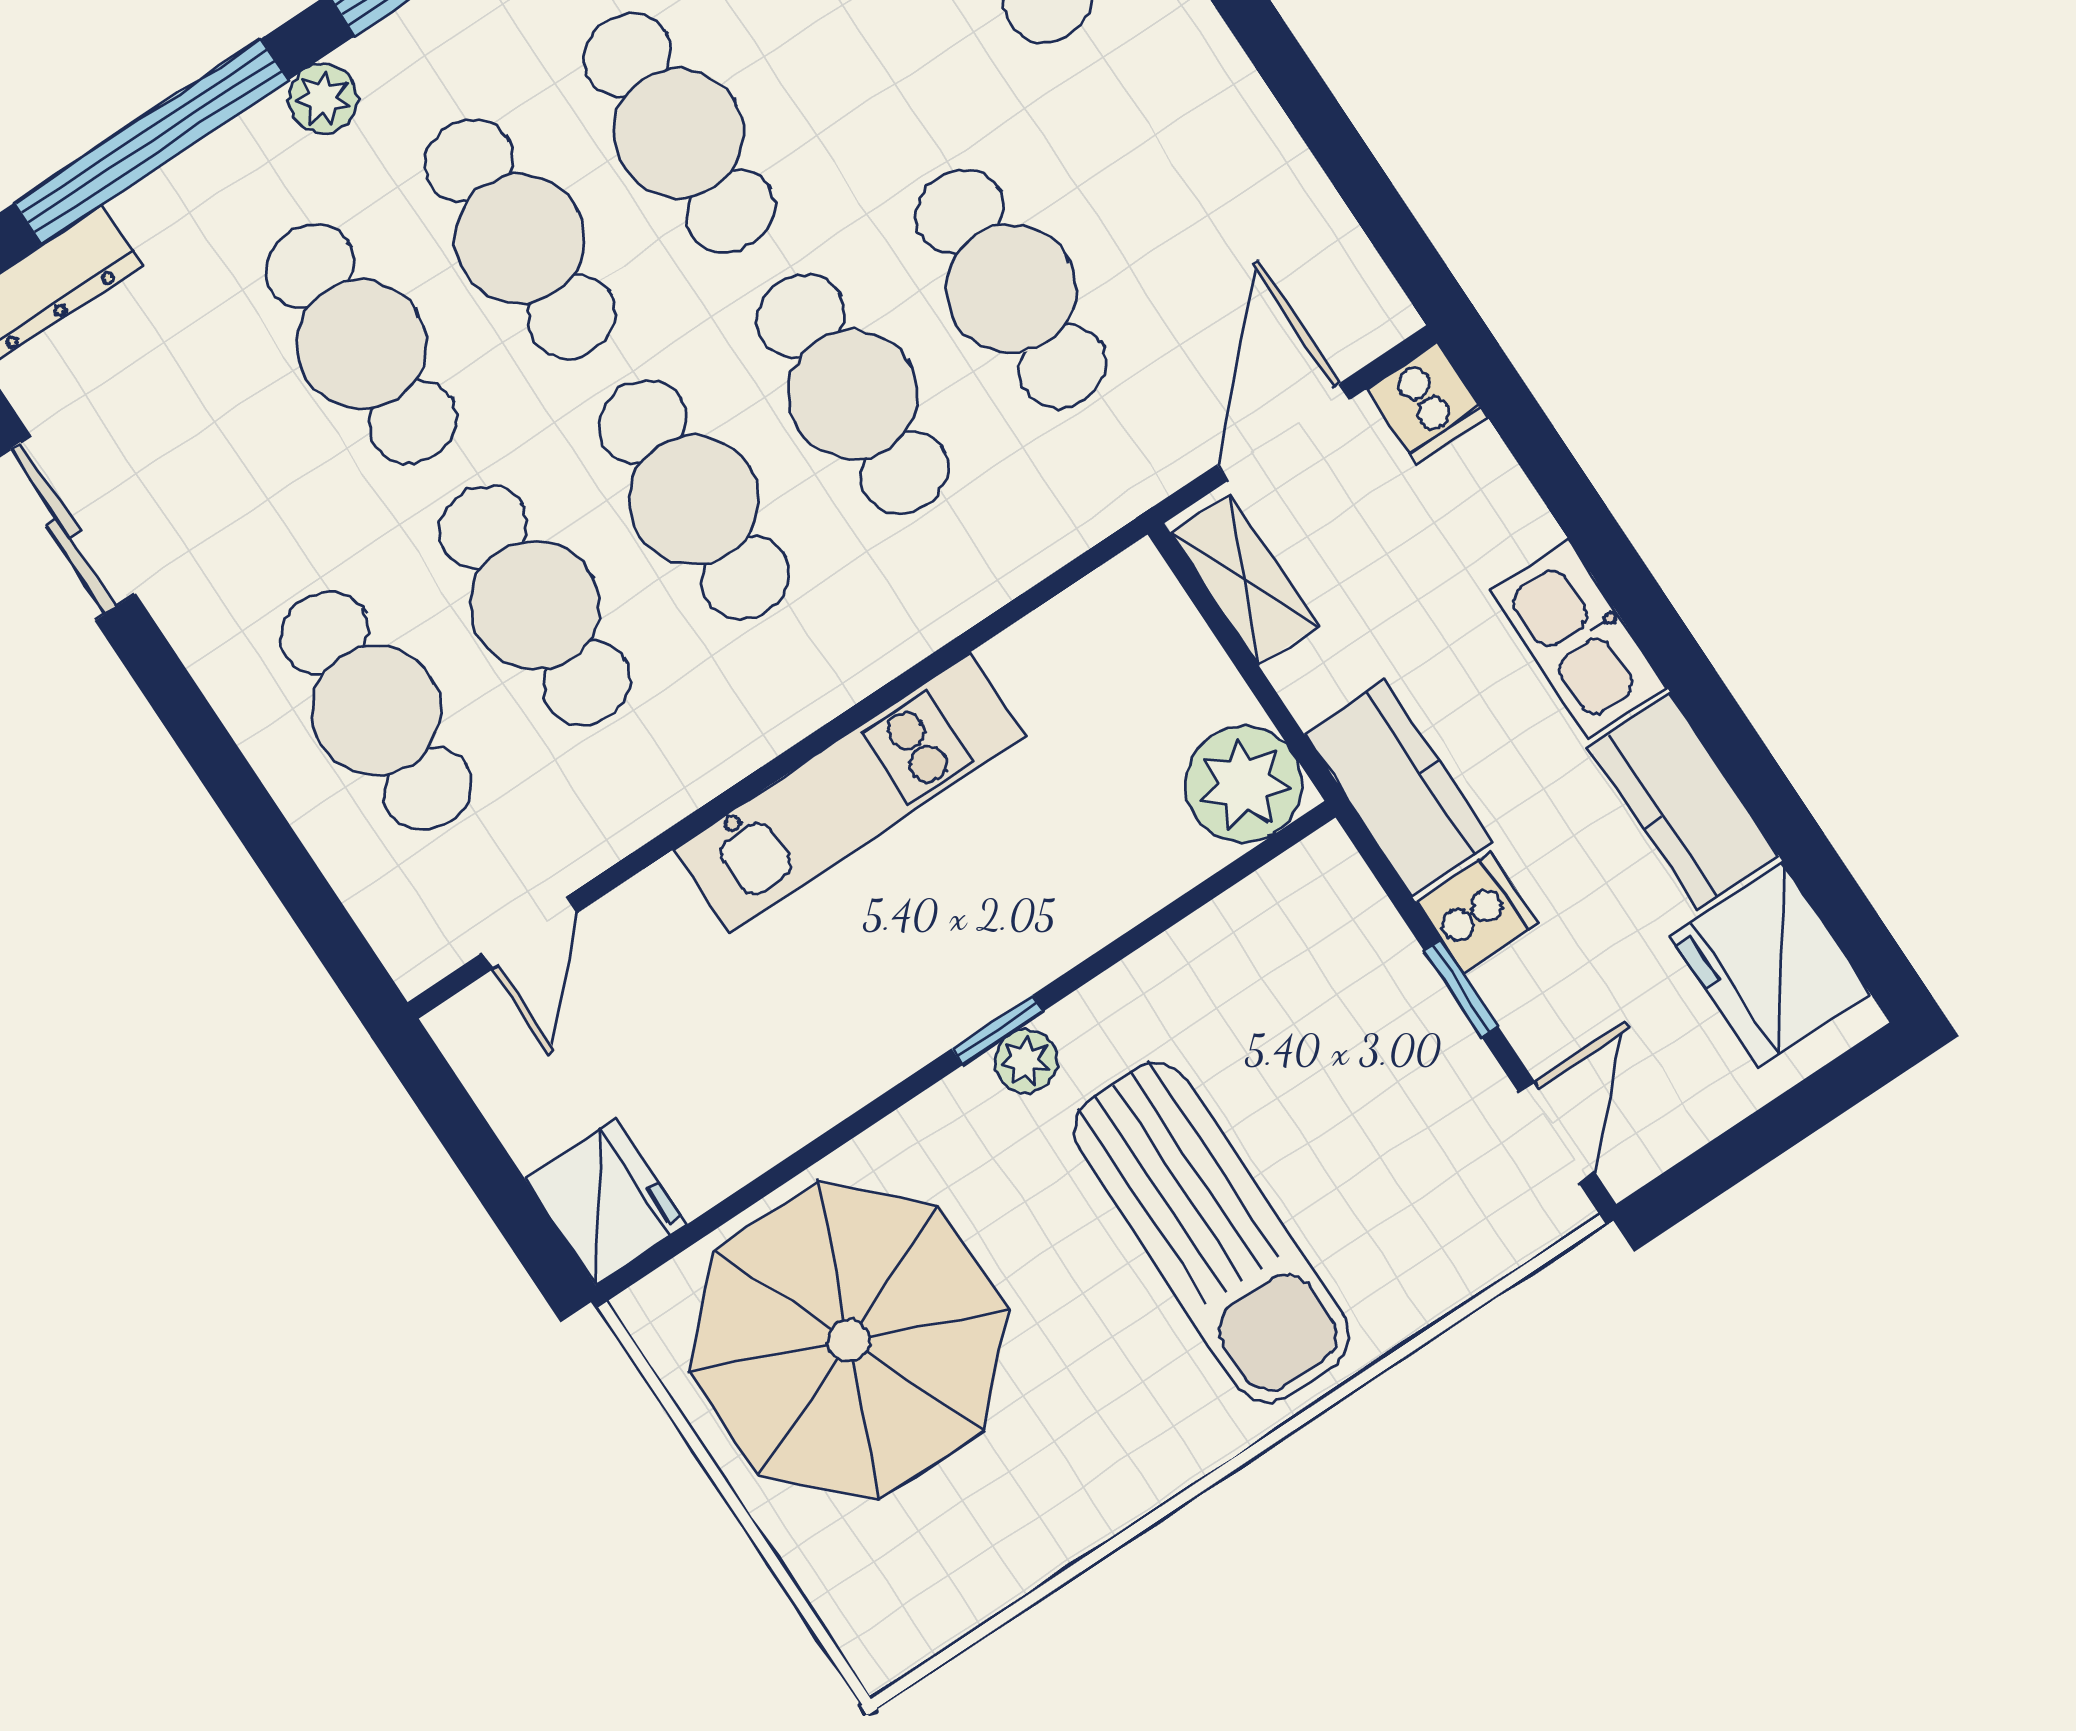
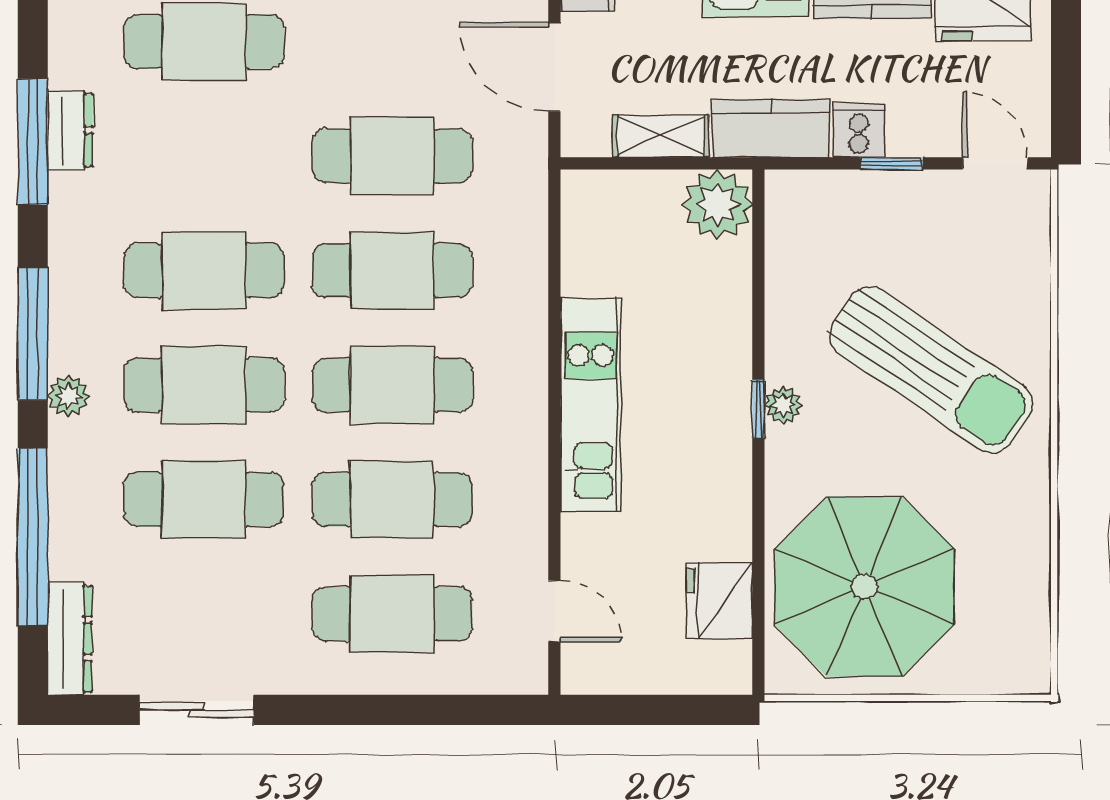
plant: (323, 98) -> (68, 396), moved
shelving: (1244, 580) -> (661, 136), moved
fridge: (606, 1202) -> (720, 600), moved, turned -90
sun lounger: (1211, 1233) -> (931, 369), turned 34

